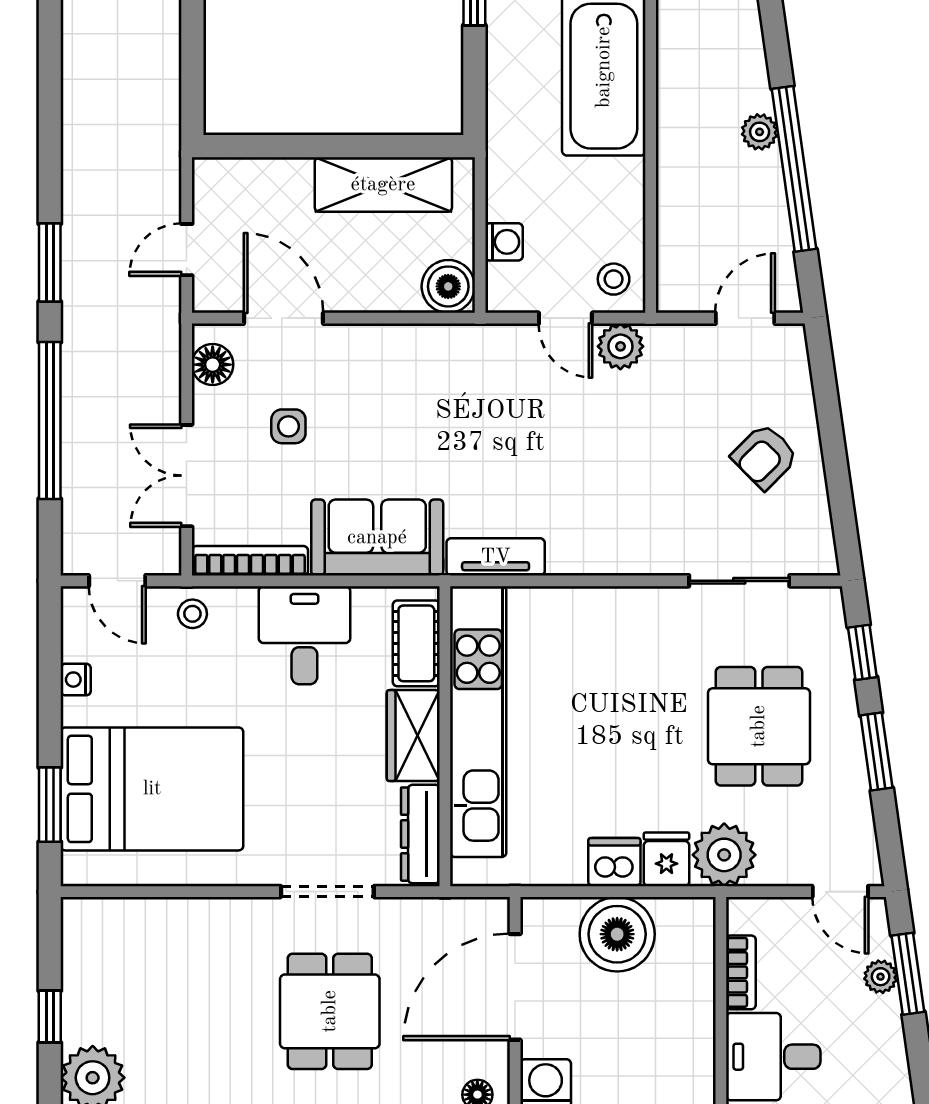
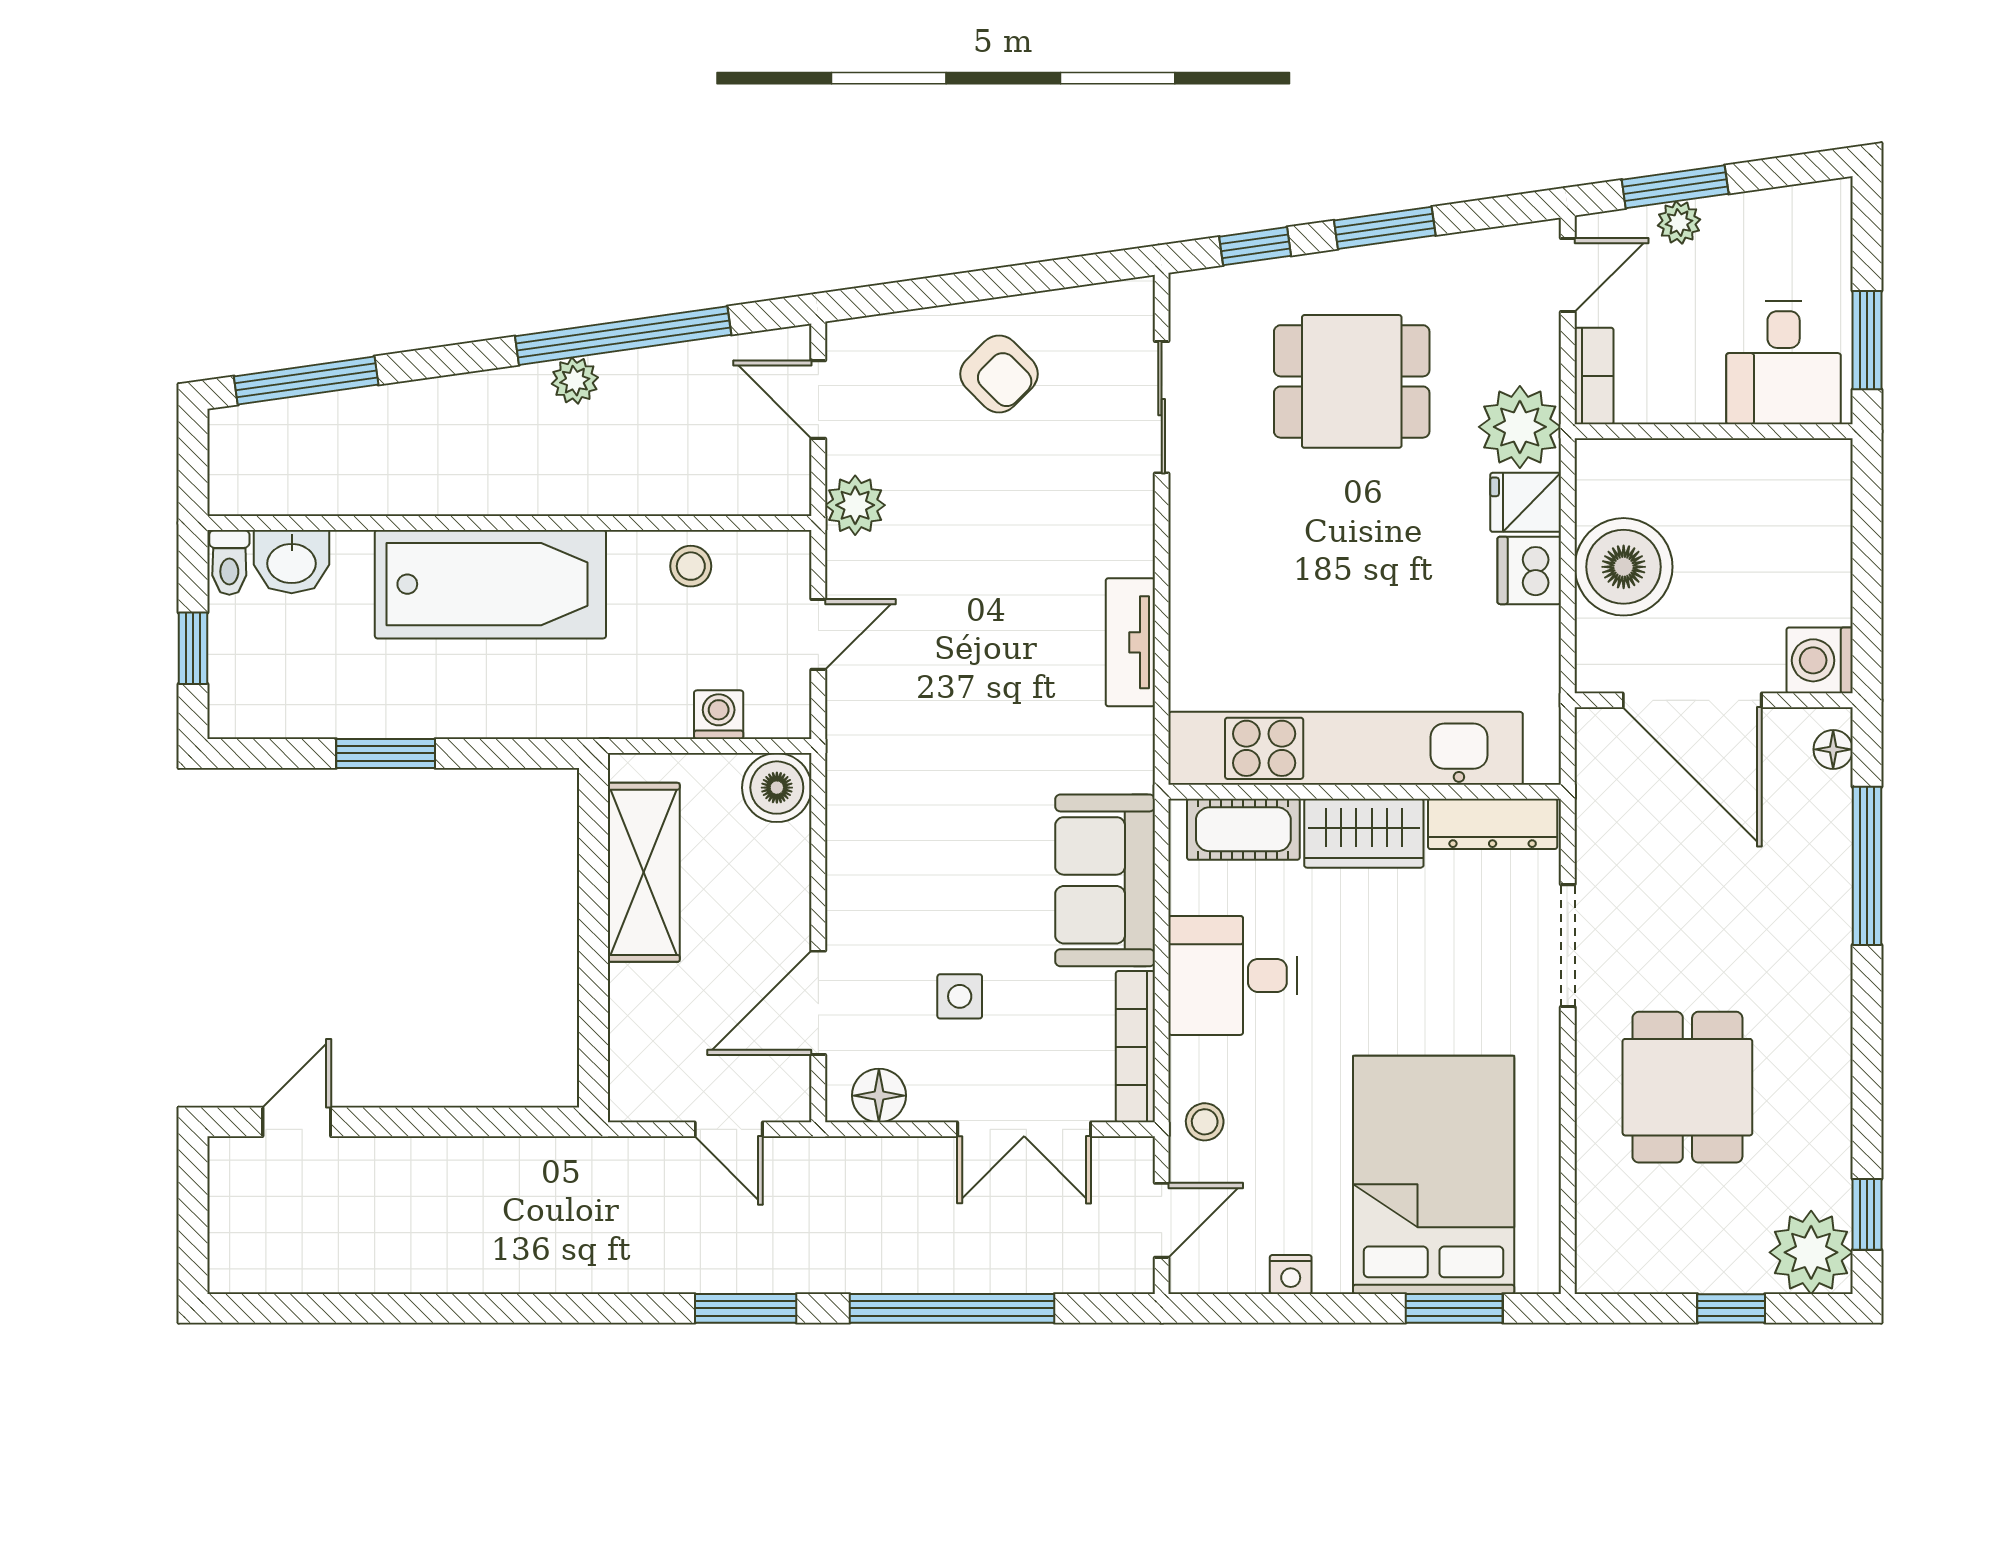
stool: (614, 279) -> (691, 566), moved
plant: (620, 346) -> (855, 505), moved
tv unit: (496, 557) -> (1130, 642), moved
bookcase: (741, 972) -> (1594, 376), moved, turned 90
dining table: (330, 1011) -> (1687, 1087), moved, turned 90

